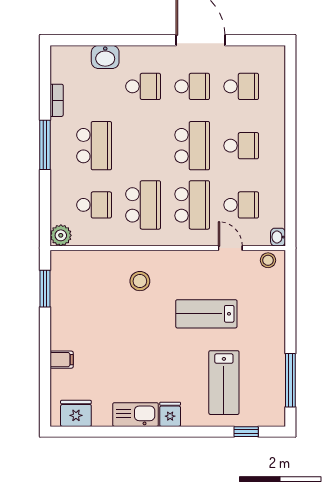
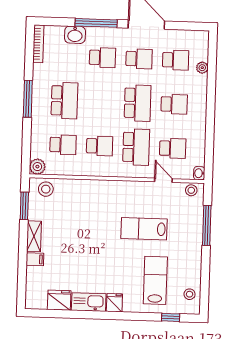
window: (133, 40) -> (96, 23), added
plant: (277, 95) -> (202, 68), added
bookcase: (57, 100) -> (38, 44), moved, width x1.56
school desk: (143, 205) -> (100, 146), width x0.54
stool: (140, 281) -> (46, 189), moved
shelving: (59, 329) -> (34, 236), added
window: (290, 380) -> (207, 225), moved
lab bench: (224, 383) -> (155, 280), turned 180
stool: (270, 400) -> (190, 294), added
fridge: (76, 413) -> (59, 300), moved

